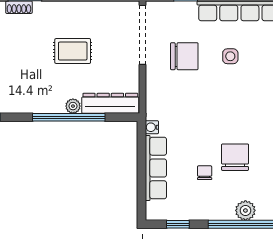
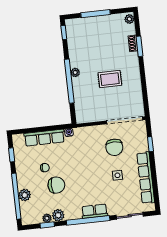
rug: (73, 51) -> (110, 79), turned 90
dresser: (110, 103) -> (81, 106), removed
plant: (73, 106) -> (75, 72), moved

